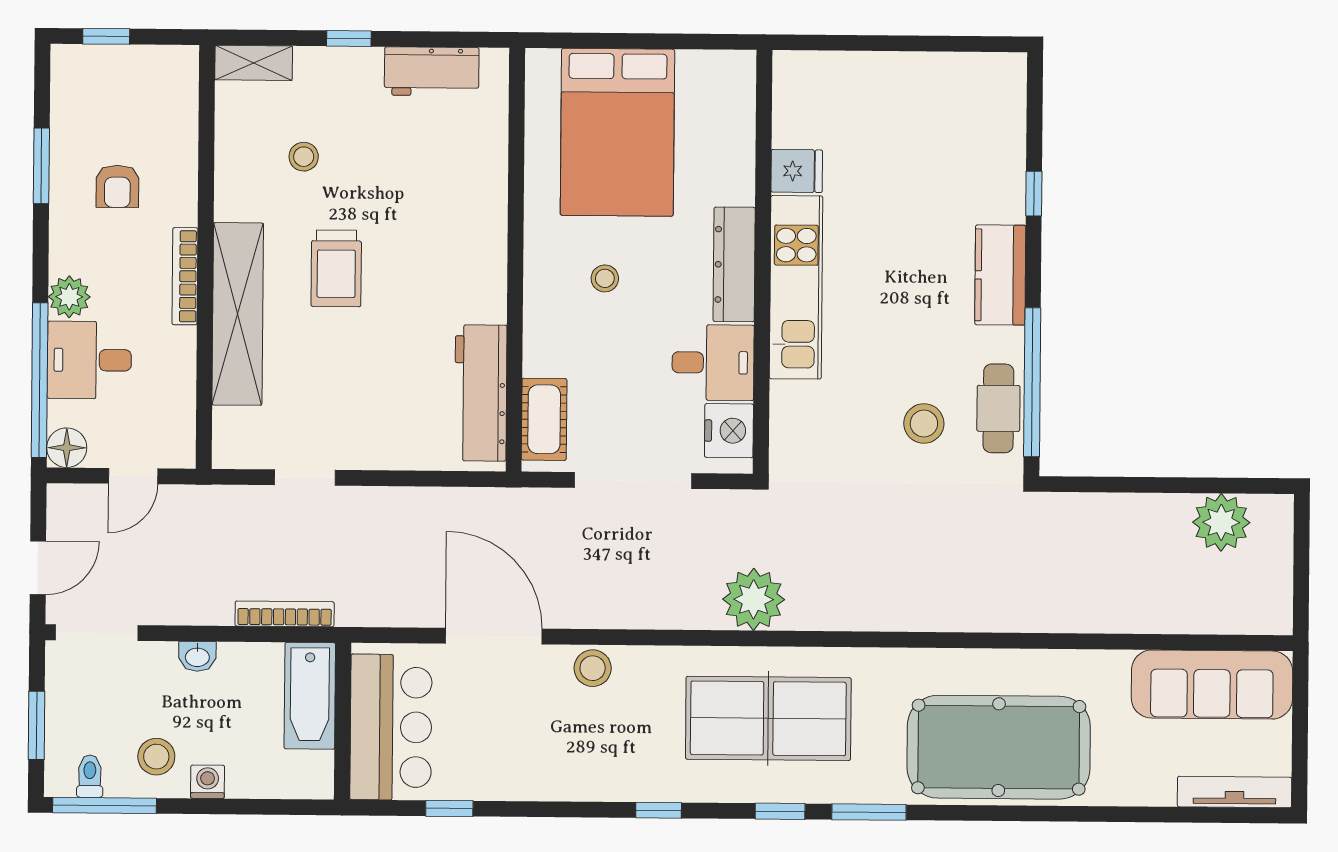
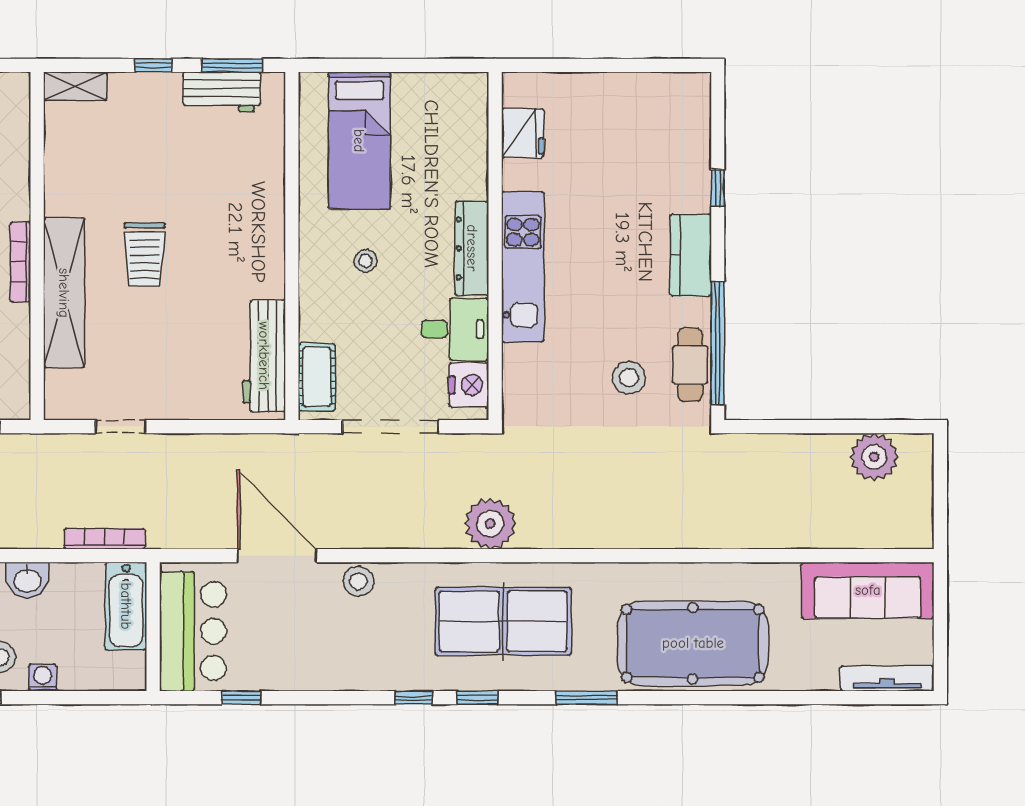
window: (445, 39) -> (232, 65), added
bed: (617, 132) -> (359, 141), width x0.67
stool: (304, 157) -> (117, 163), removed
fridge: (797, 171) -> (523, 133), moved, width x1.38
washbasin: (197, 656) -> (27, 580), width x1.38, depth x1.45
window: (780, 811) -> (478, 698), moved

